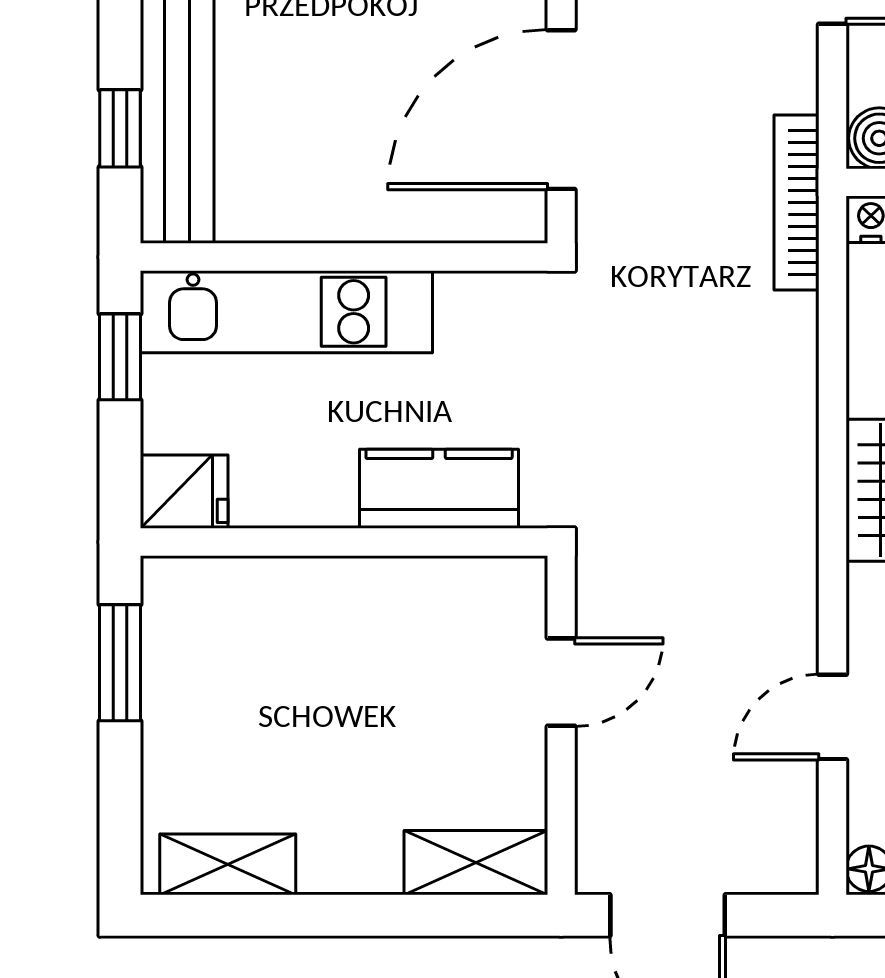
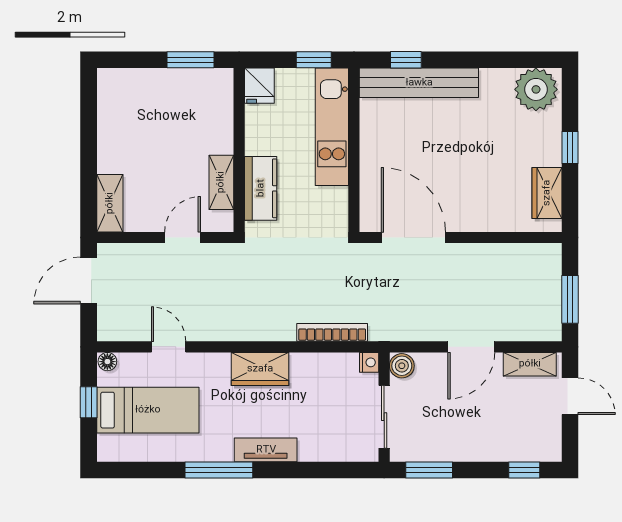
bookcase: (797, 203) -> (332, 332), moved
door: (561, 682) -> (183, 238), swing flipped
shelving: (228, 864) -> (221, 182), moved

